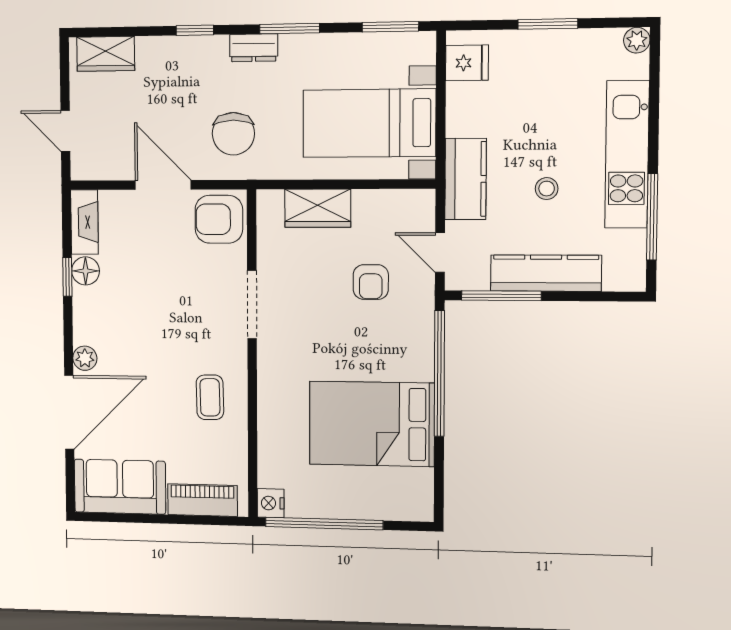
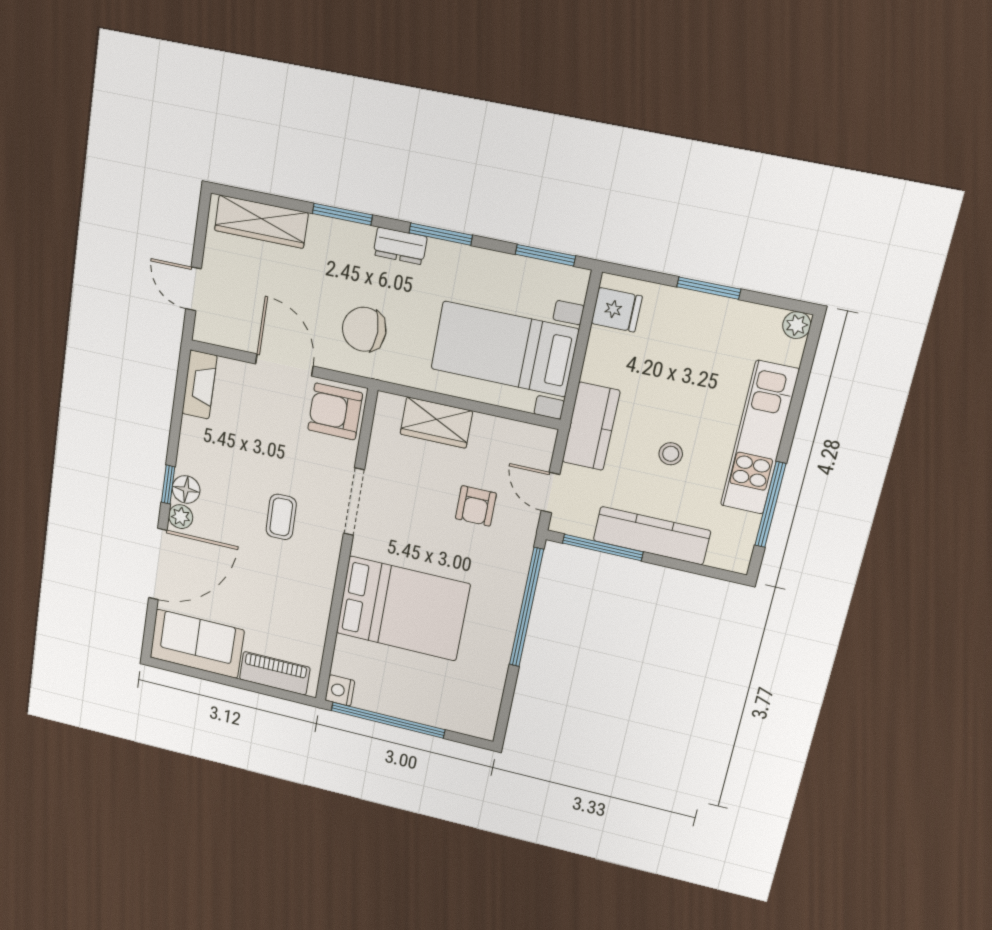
window: (195, 30) -> (342, 214), width x1.50
wardrobe: (106, 54) -> (261, 222), width x1.50
chair: (233, 134) -> (364, 329), turned 90
floor lamp: (86, 271) -> (186, 489), moved
window: (67, 277) -> (168, 484), moved
coffee table: (210, 397) -> (281, 517), moved
bed: (372, 424) -> (403, 609), moved, turned 180

